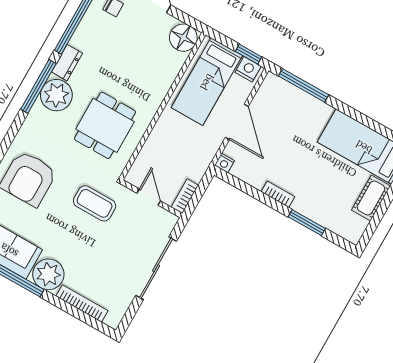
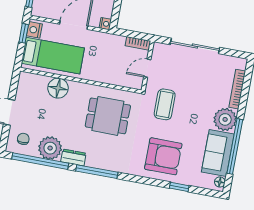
floor lamp: (183, 38) -> (58, 88), moved
plant: (56, 95) -> (50, 148), moved

